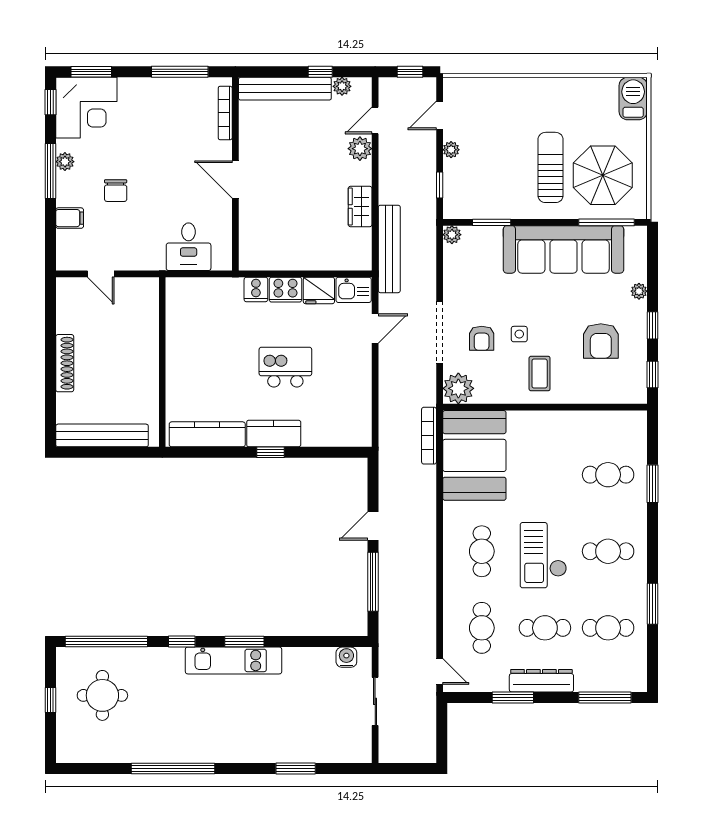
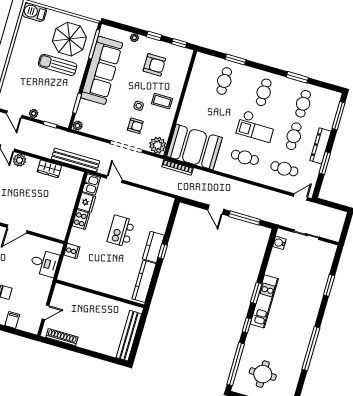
cooker: (256, 289) -> (72, 251), moved
shoe rack: (65, 363) -> (62, 337), moved

